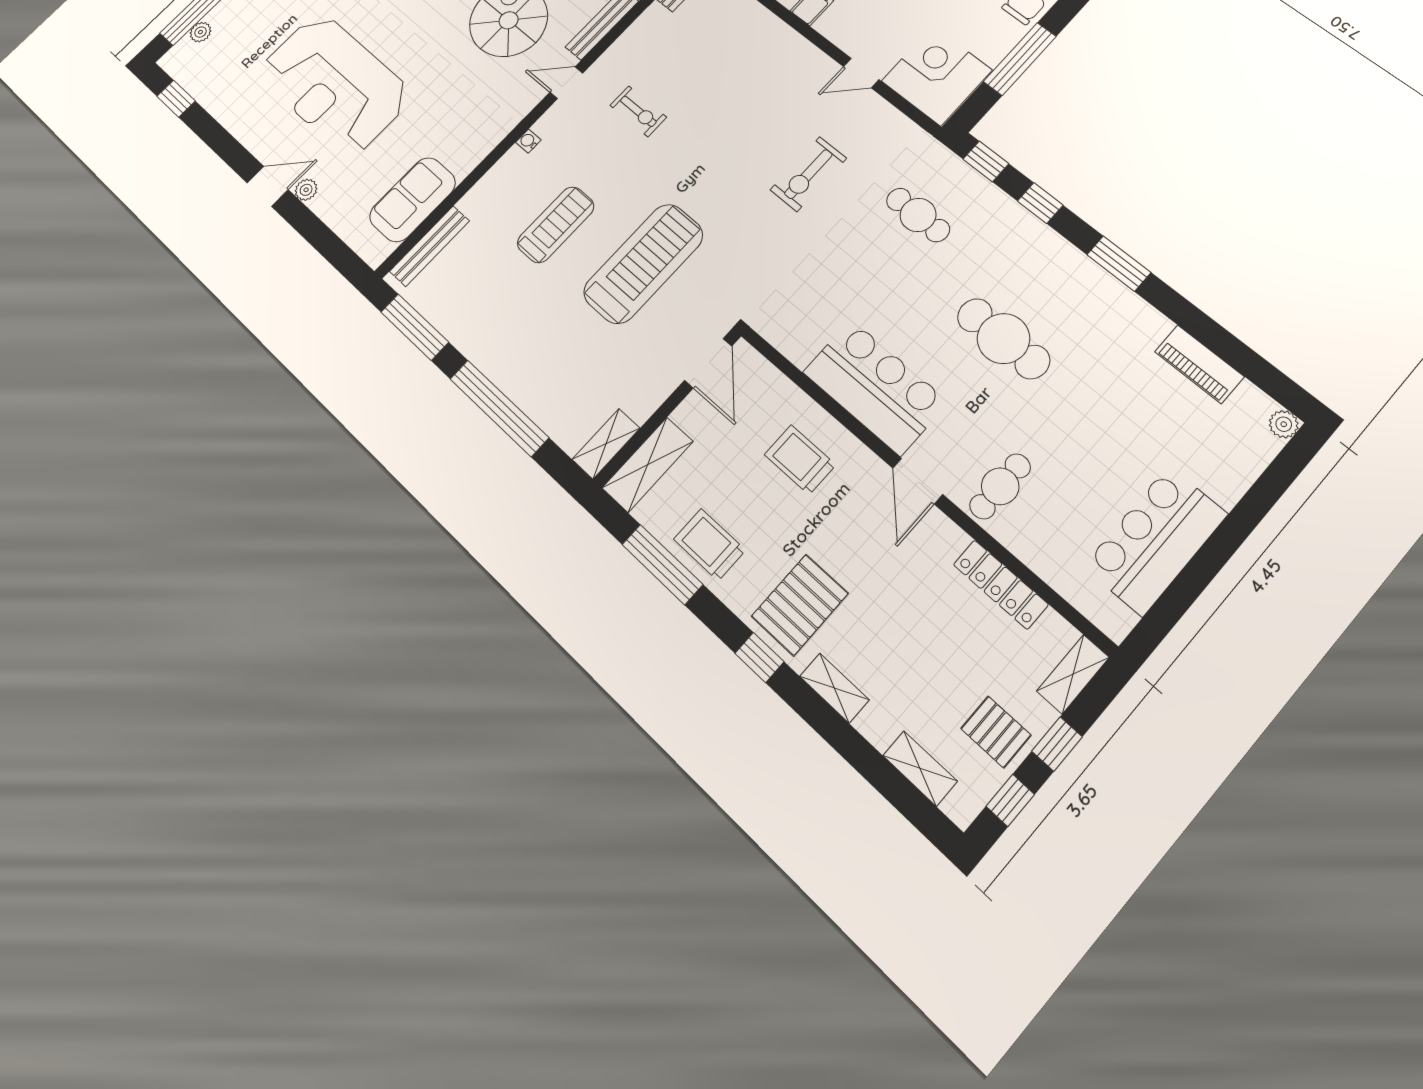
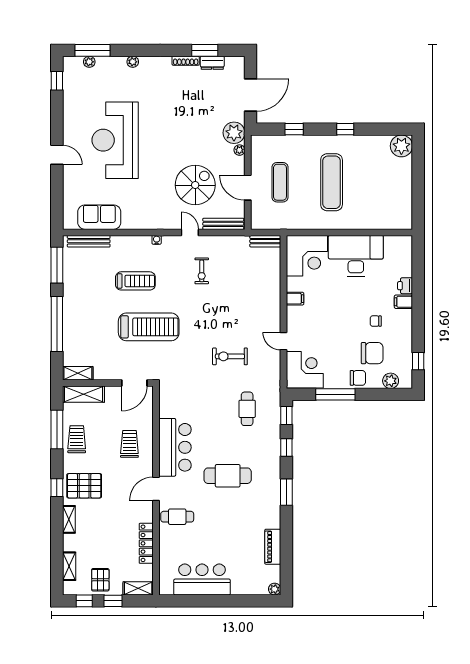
plant: (306, 190) -> (68, 172), removed
cafe table: (1003, 339) -> (228, 476), turned 90

